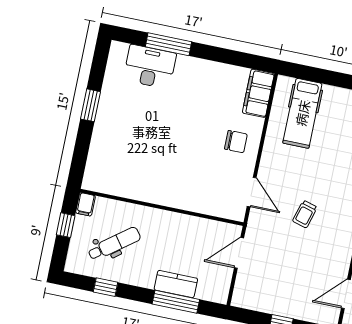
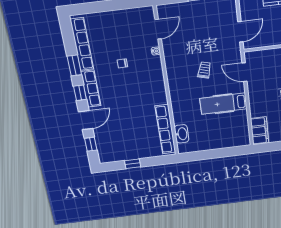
hospital bed: (302, 113) -> (223, 104), moved, turned -90
chair: (236, 142) -> (265, 99), removed

